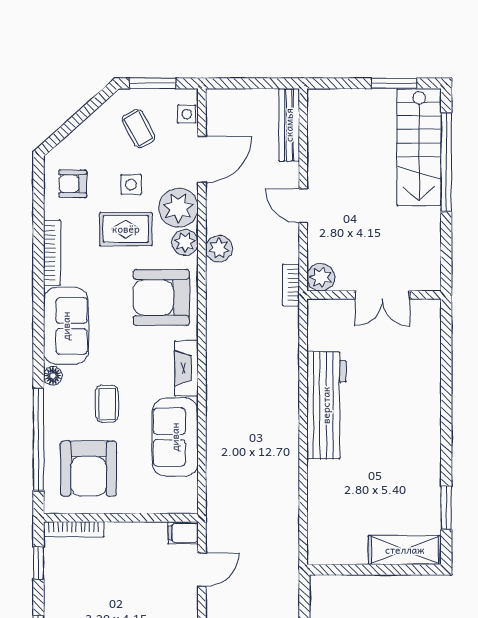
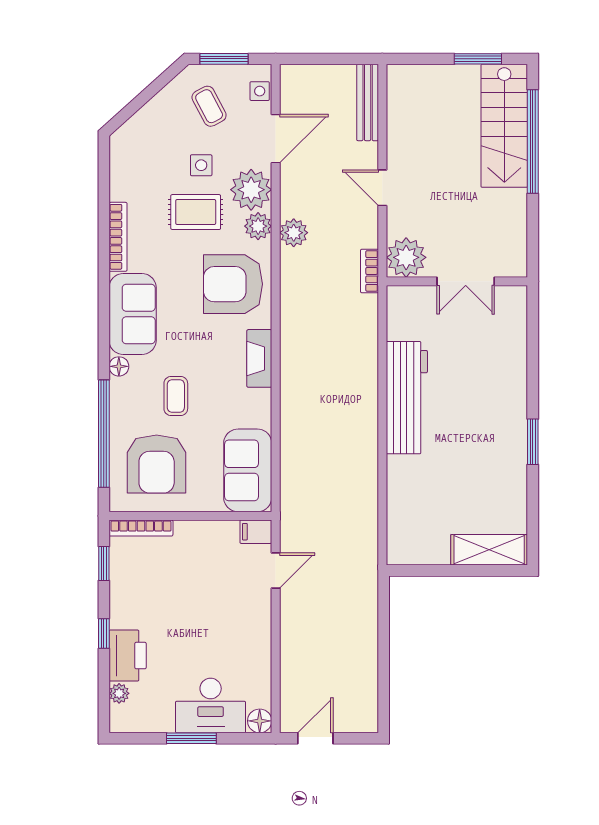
armchair: (73, 184) -> (140, 164), removed
plant: (321, 277) -> (406, 257), width x1.36, depth x1.36
sofa: (175, 437) -> (248, 470), moved
window: (446, 508) -> (533, 442), moved

